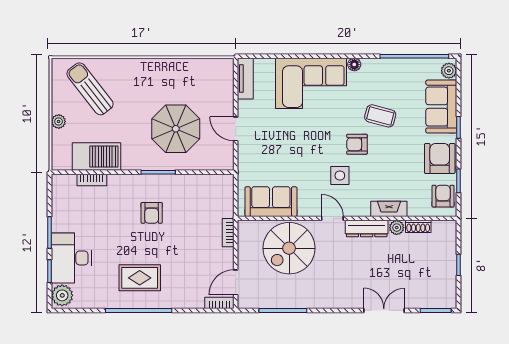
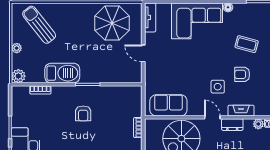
parasol: (176, 129) -> (112, 23), moved
armchair: (357, 144) -> (242, 74), moved
barbecue: (97, 157) -> (62, 73), moved
plant: (61, 161) -> (18, 76), added
fireplace: (389, 209) -> (241, 111), moved
dresser: (367, 229) -> (232, 125), width x0.70

